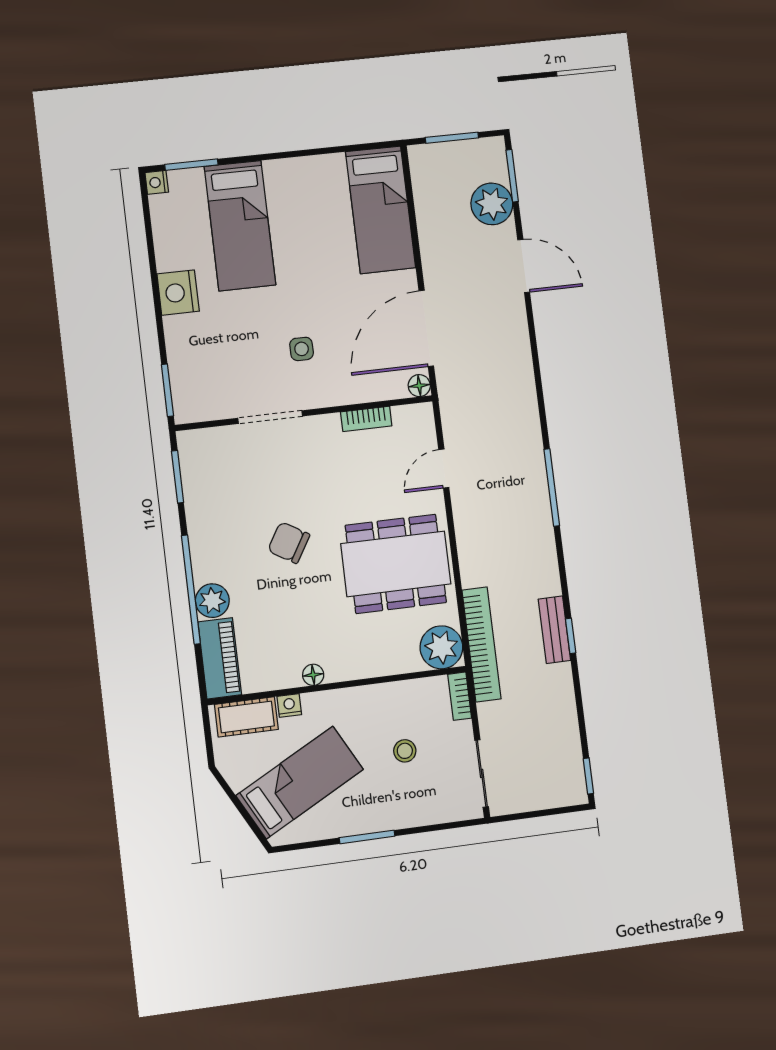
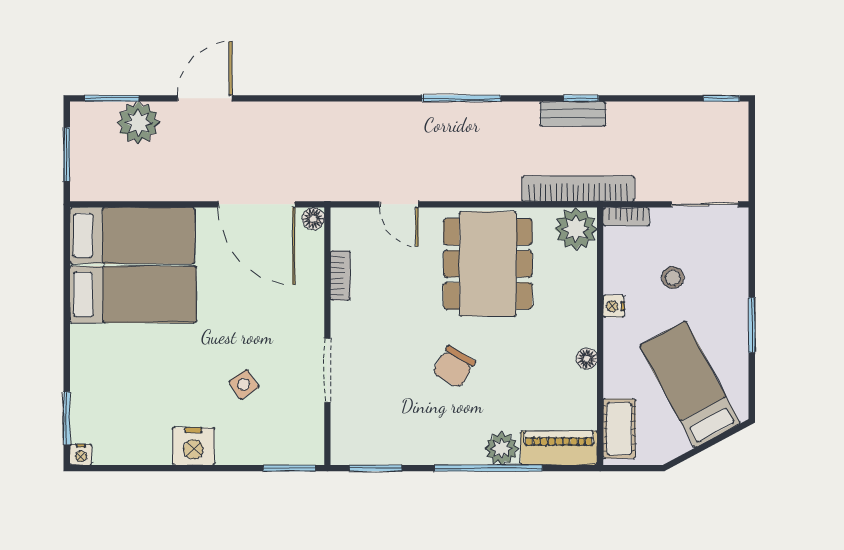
bed: (240, 226) -> (133, 294), moved
side table: (302, 349) -> (244, 384), moved, turned -34
window: (552, 487) -> (461, 98), moved
nightstand: (289, 705) -> (614, 306), moved

